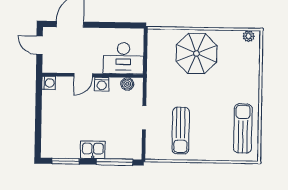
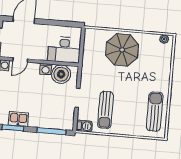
door: (83, 75) -> (20, 60), moved
boiler: (127, 84) -> (61, 74), width x1.86, depth x1.86
kitchen sink: (93, 150) -> (18, 119), moved
barbecue: (155, 153) -> (84, 126), added

